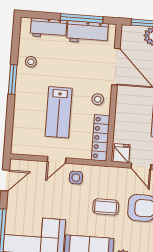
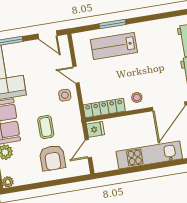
stool: (31, 62) -> (155, 32), removed
window: (13, 79) -> (113, 24), moved
lab bench: (59, 112) -> (114, 46), moved

